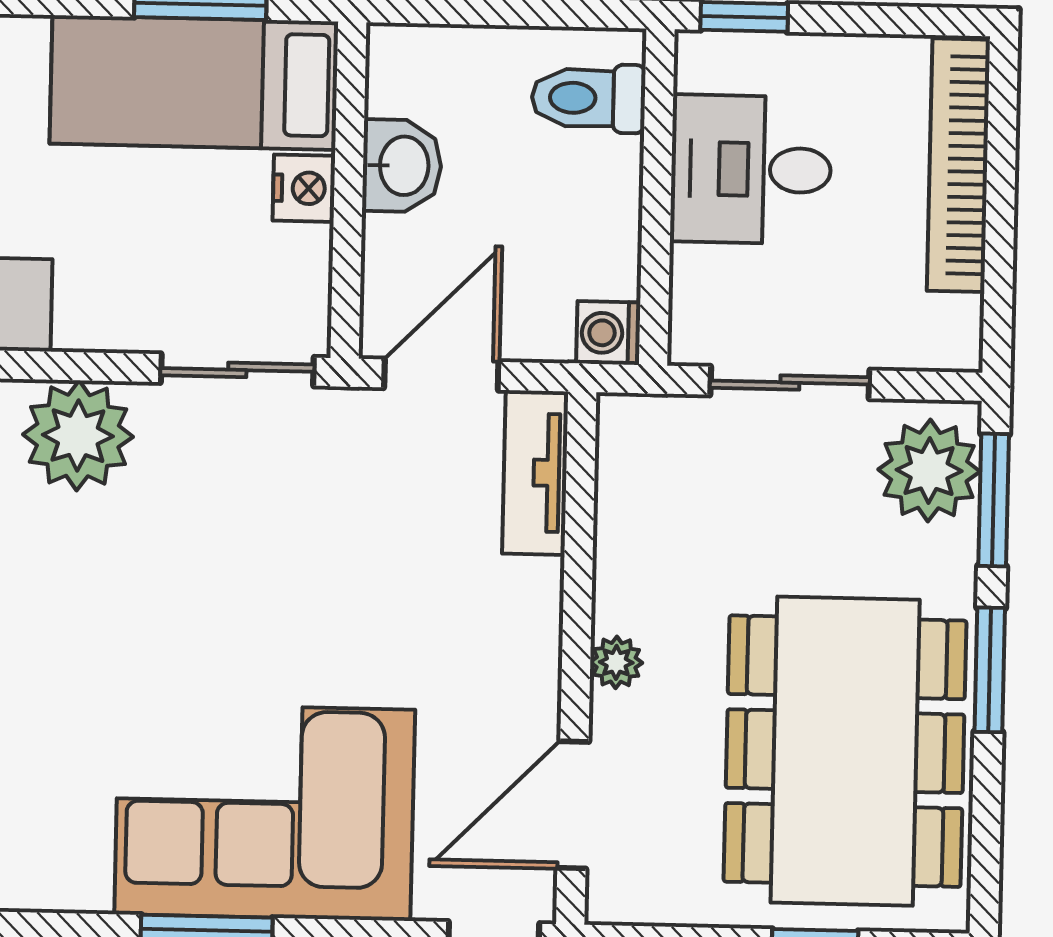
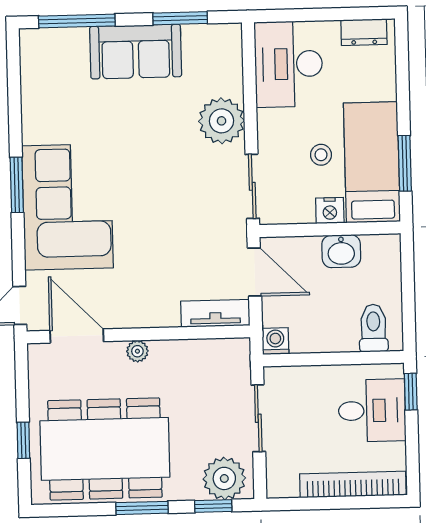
desk: (751, 169) -> (372, 411), moved, turned 90
stool: (170, 203) -> (321, 155), added
window: (994, 500) -> (213, 506), width x0.67

